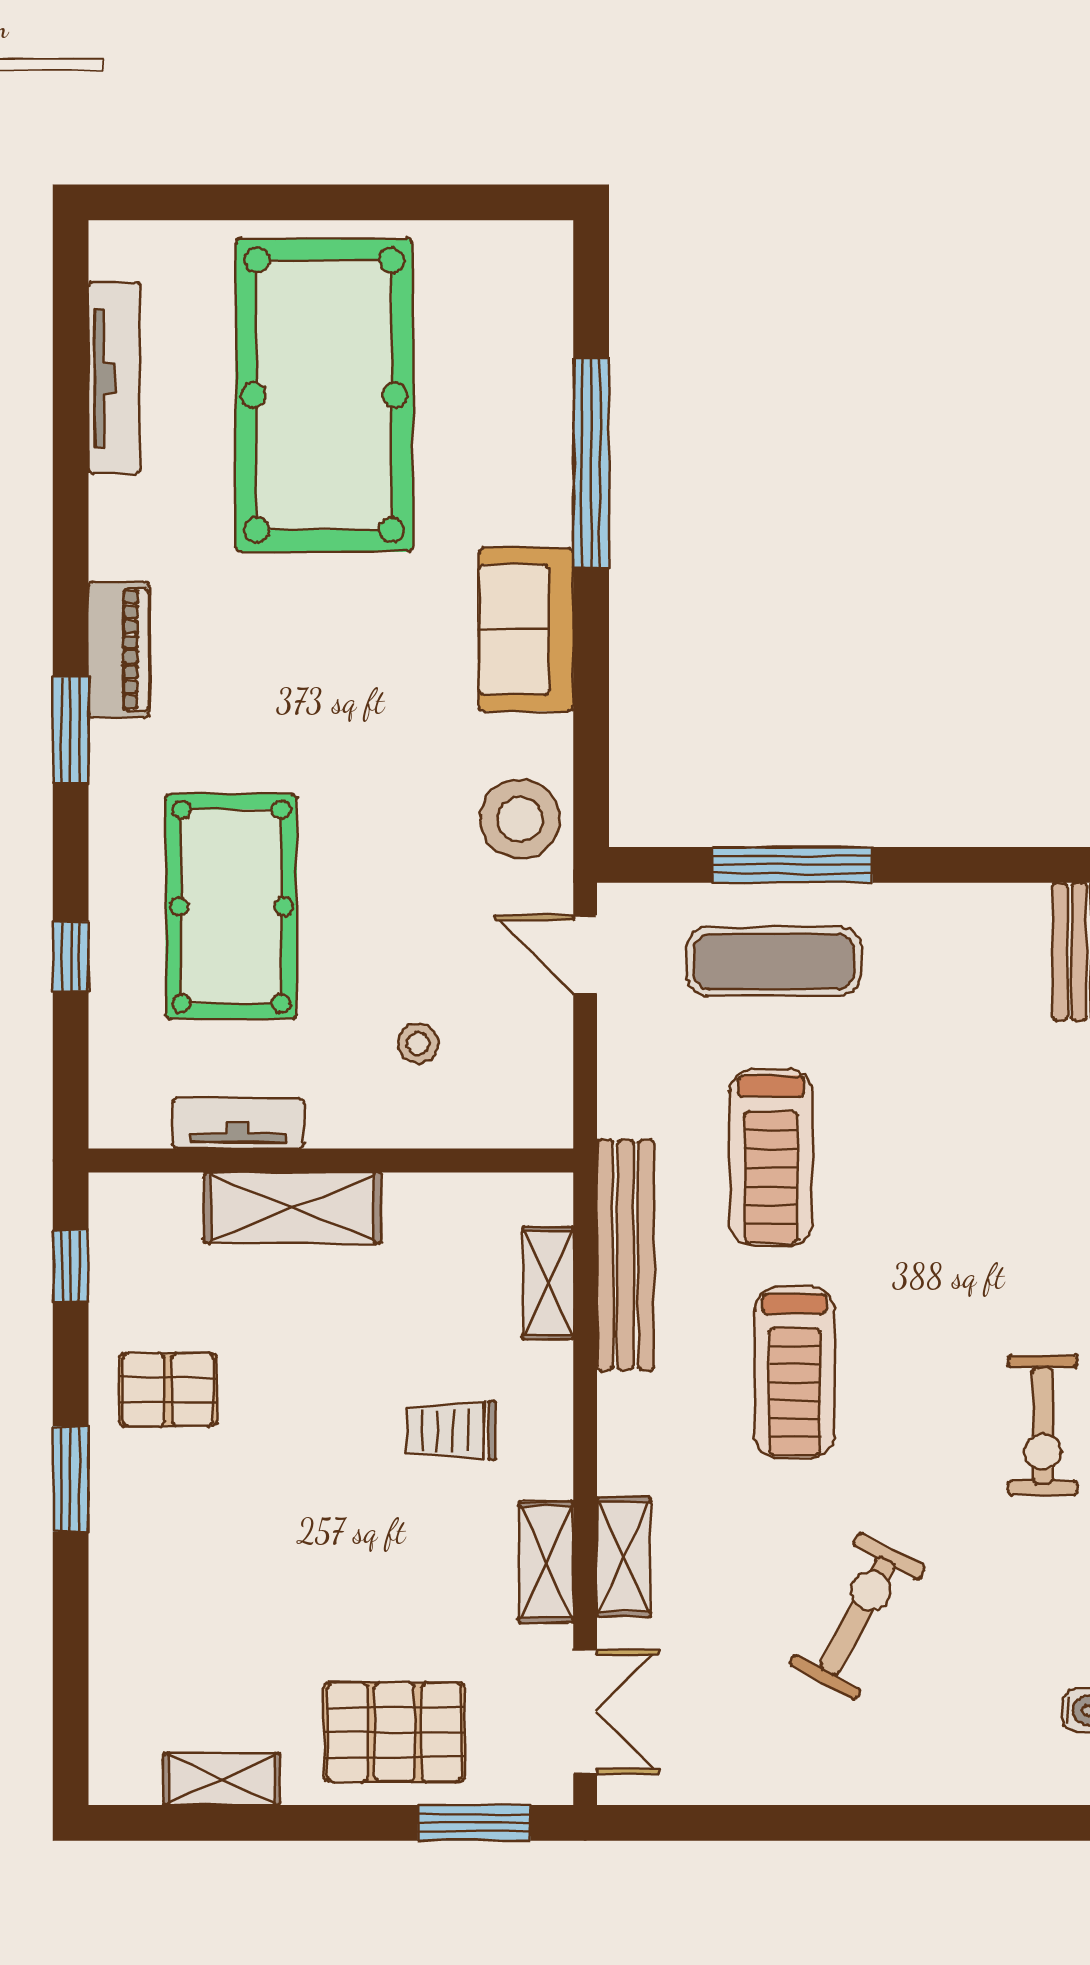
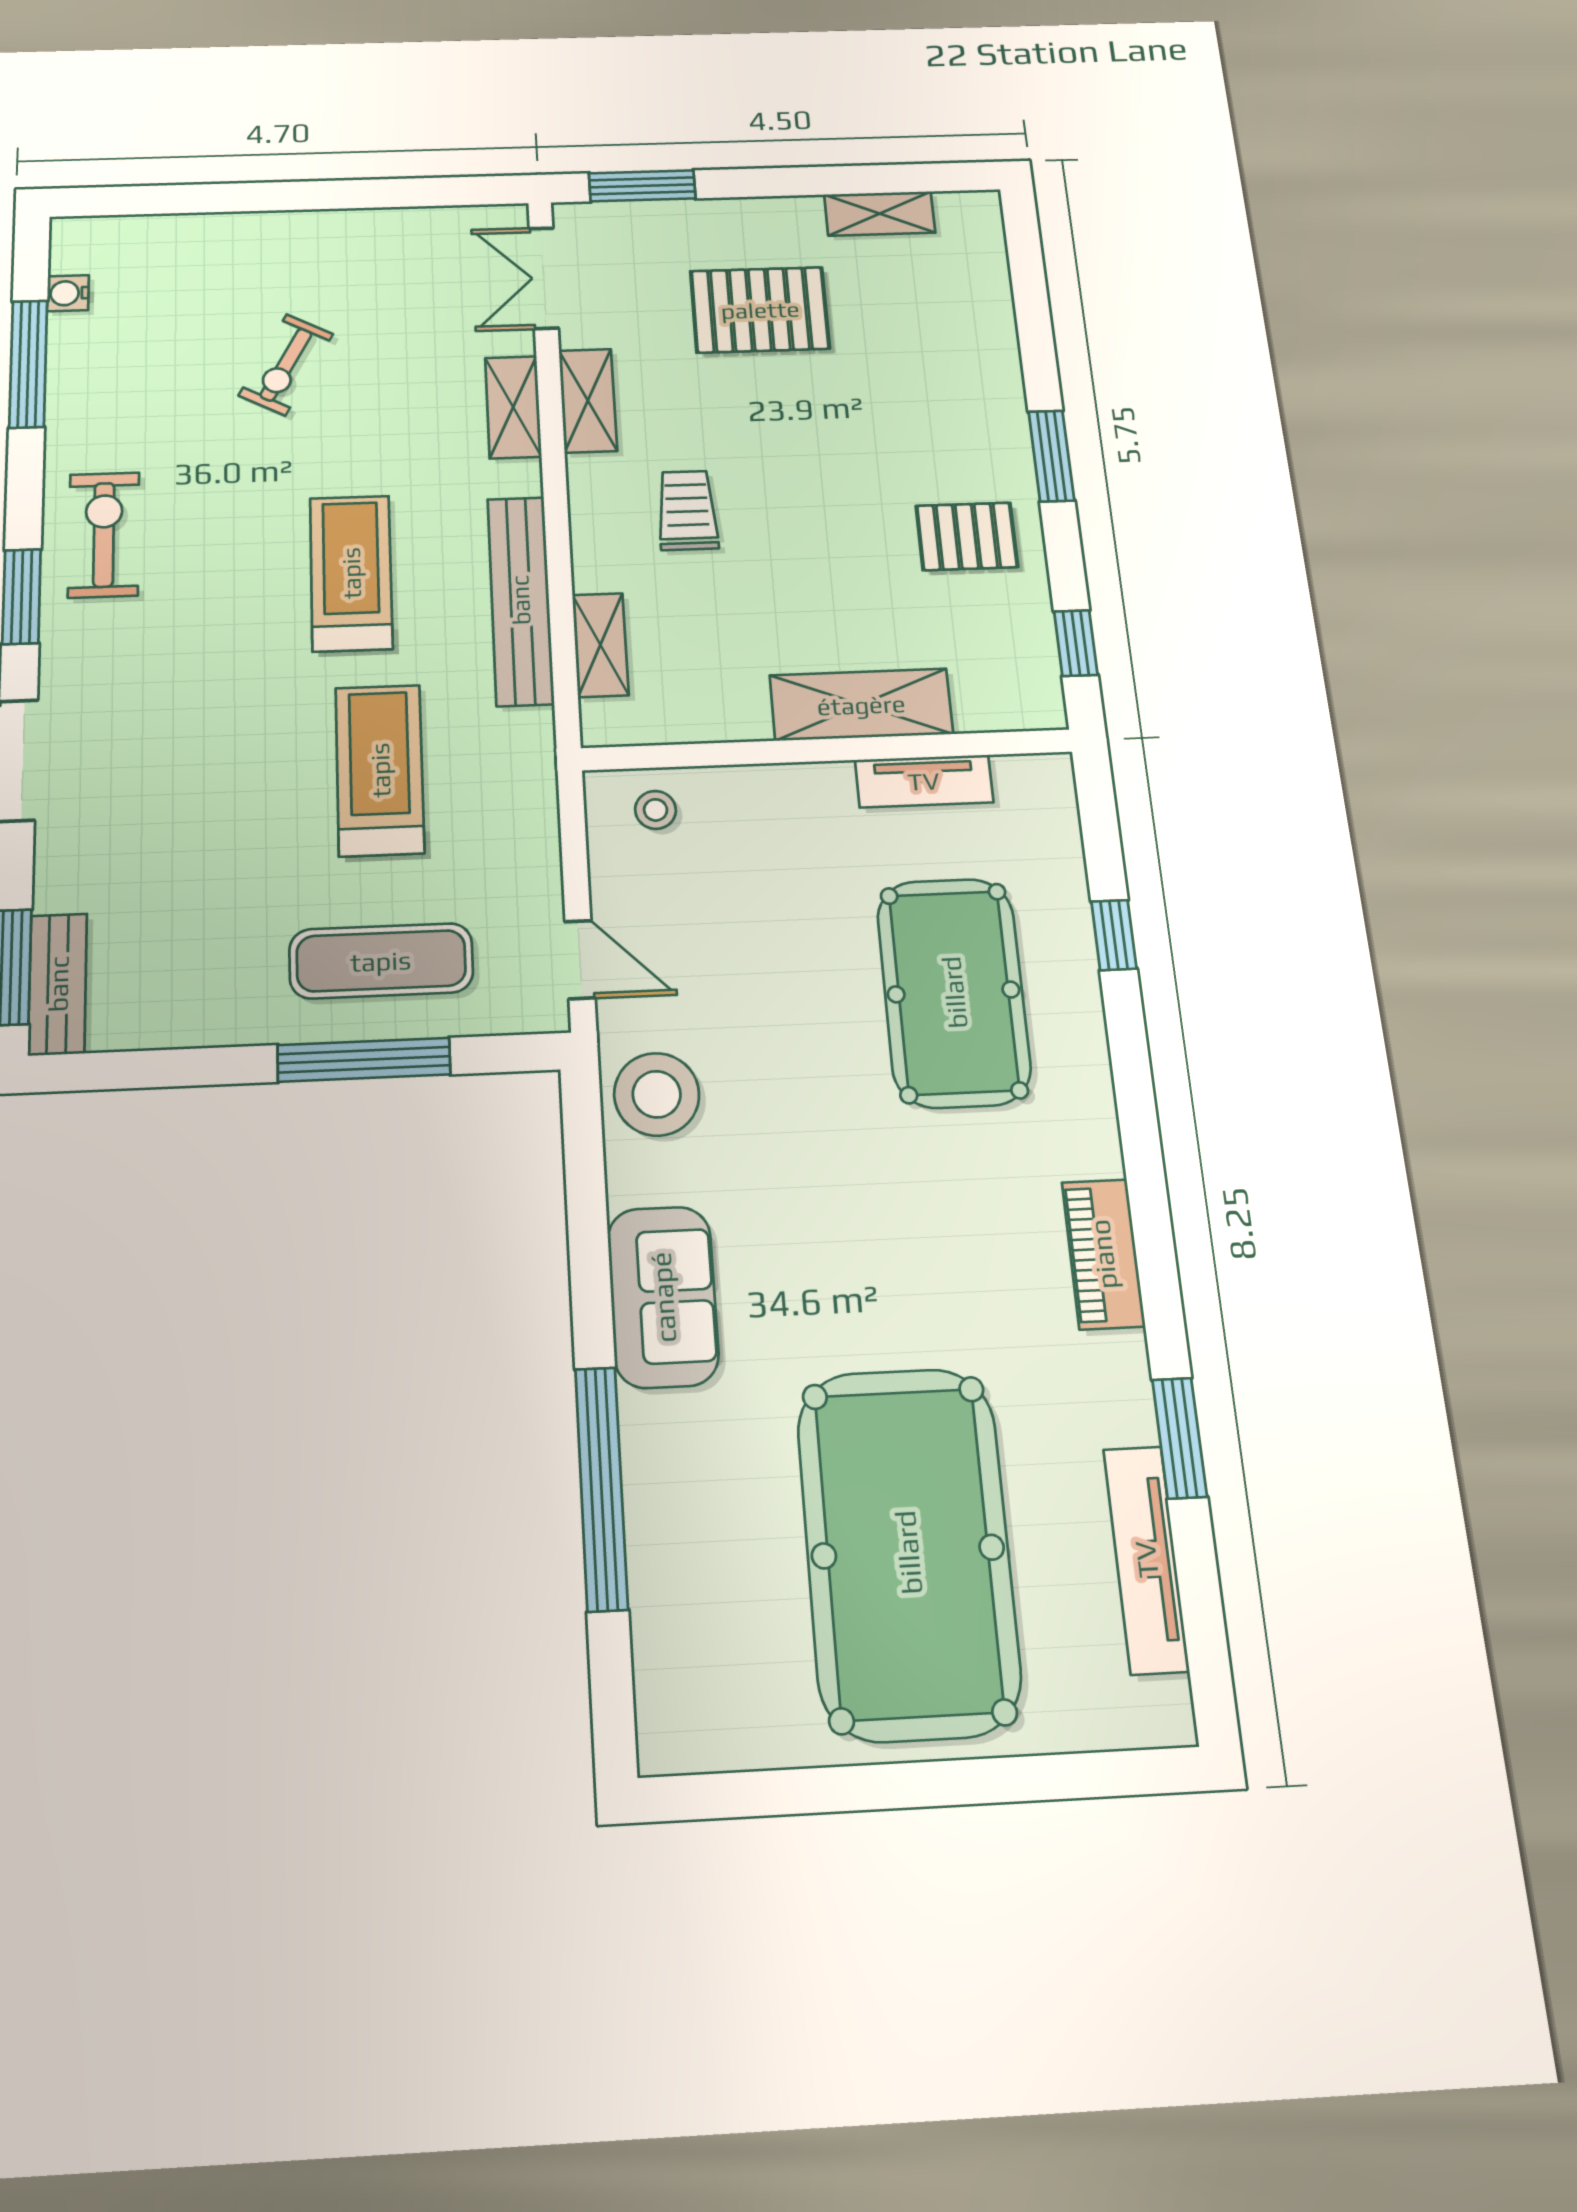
window: (71, 730) -> (1180, 1438), moved
stool: (418, 1043) -> (656, 810), moved
bench: (626, 1255) -> (520, 600), moved
trolley: (451, 1430) -> (687, 510), turned -90
exercise bike: (857, 1616) -> (286, 365), width x0.73, depth x0.72
pallet: (395, 1732) -> (760, 310), moved

